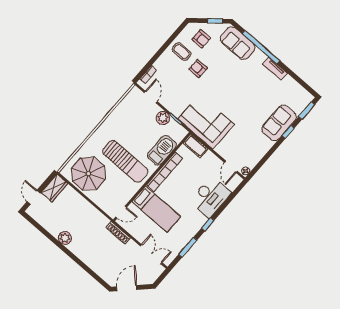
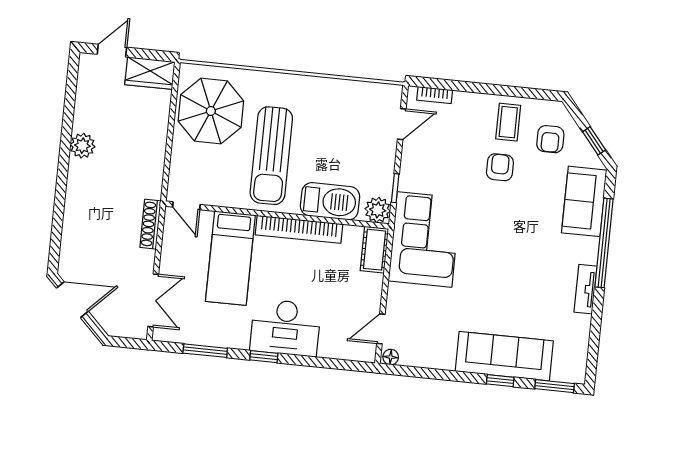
plant: (163, 118) -> (378, 210), moved
sofa: (279, 123) -> (504, 356), width x1.36
desk: (210, 197) -> (285, 328), moved

